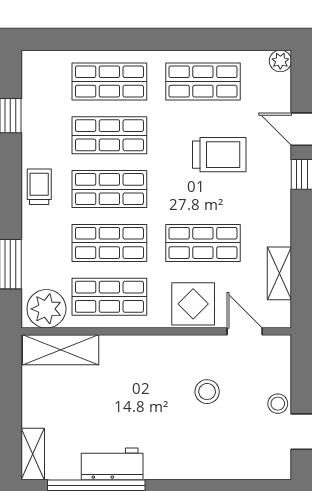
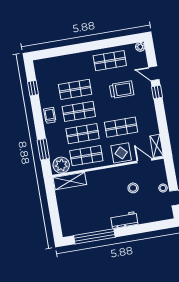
shop shelf: (109, 81) -> (71, 67), removed
shelving: (279, 273) -> (157, 146), moved
shelving: (33, 454) -> (66, 226), removed
workbench: (112, 464) -> (124, 220), moved

